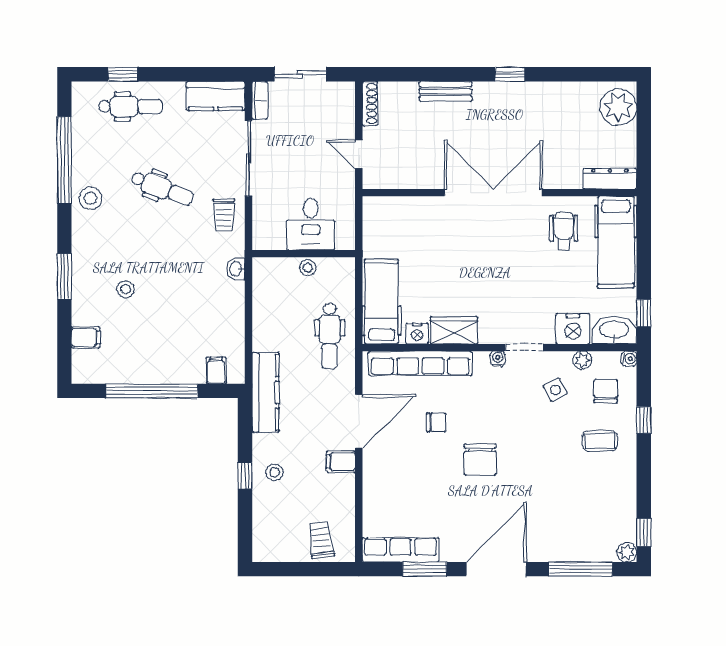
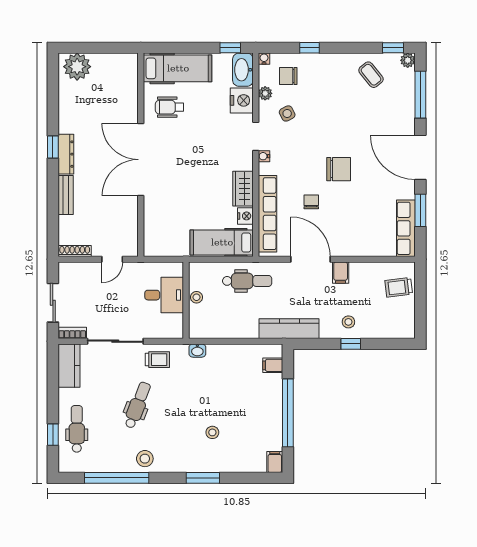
dresser: (610, 179) -> (66, 154), moved, turned 180
filing cabinet: (86, 337) -> (275, 462), moved
coffee table: (600, 441) -> (371, 75), moved, turned -39

